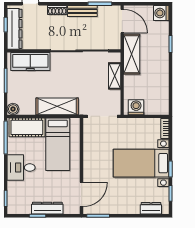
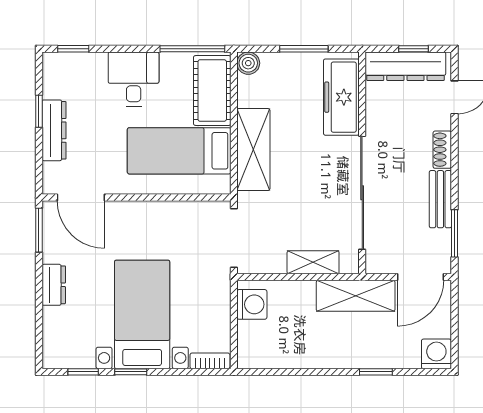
dresser: (151, 208) -> (54, 285), moved

